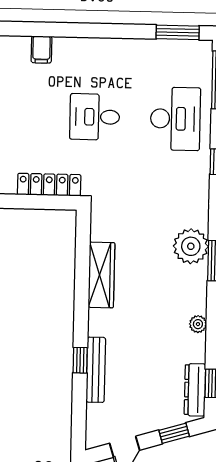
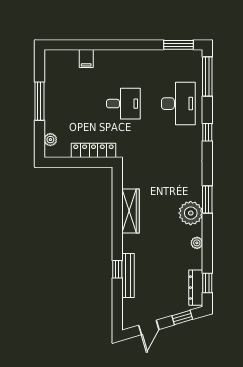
desk: (95, 117) -> (123, 104), turned 180
plant: (191, 246) -> (191, 213), moved

